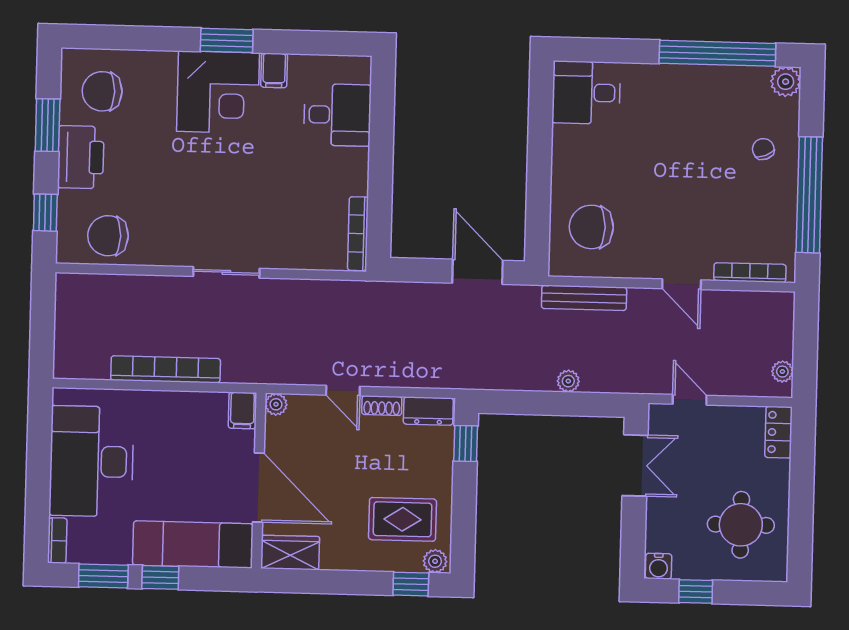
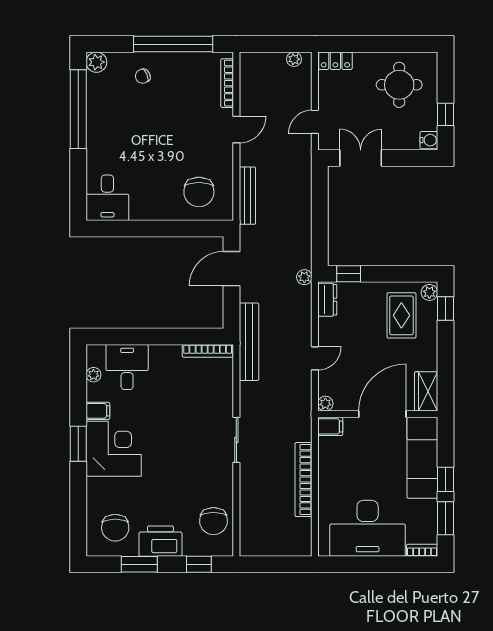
plant: (327, 65) -> (93, 375), added
bench: (370, 295) -> (249, 342), added
plant: (568, 381) -> (304, 277), moved
shoe rack: (382, 406) -> (324, 332), removed

